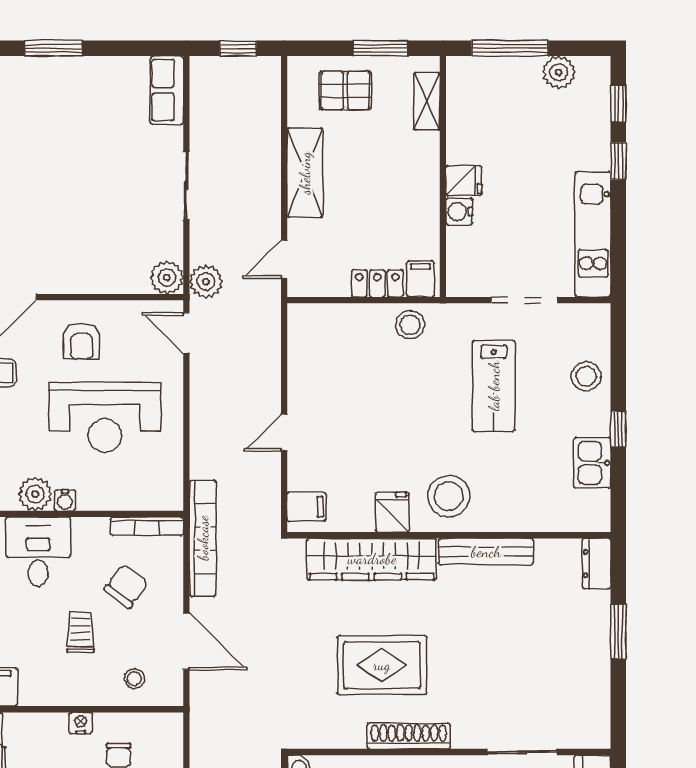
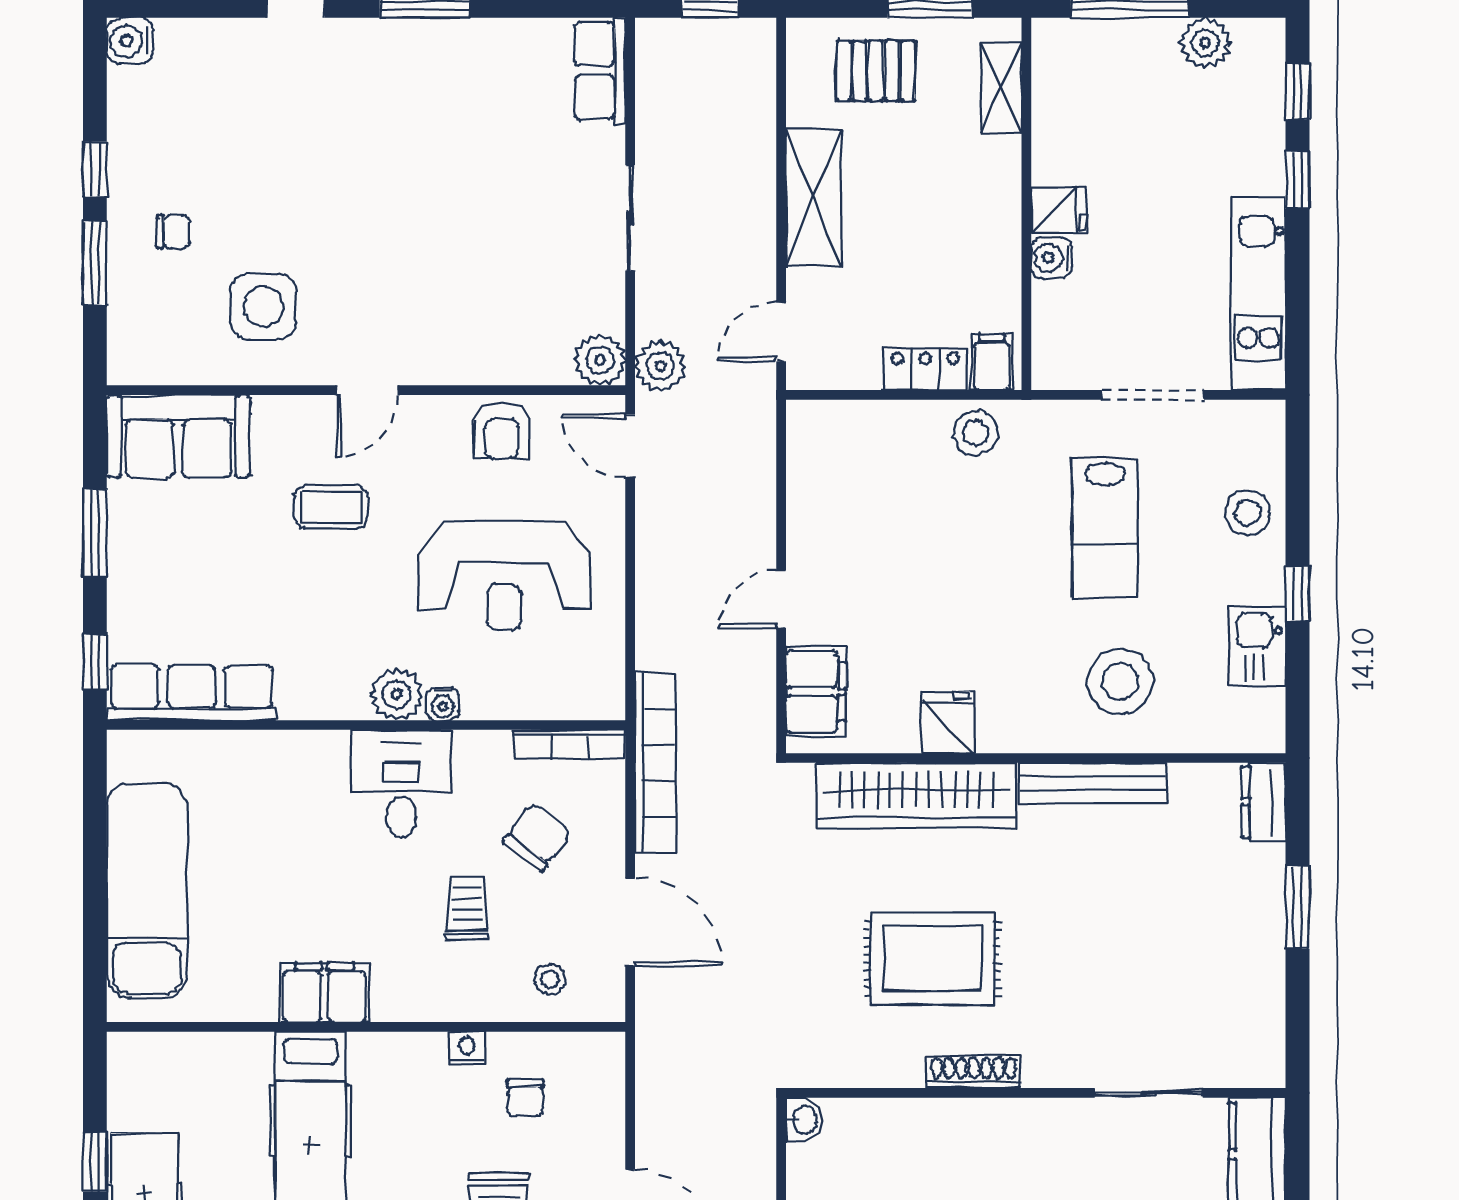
armchair: (82, 341) -> (502, 431), moved
stool: (449, 496) -> (1120, 681), moved
filing cabinet: (307, 507) -> (816, 692), width x2.00
shoe rack: (409, 736) -> (974, 1072), width x0.74, depth x0.81

